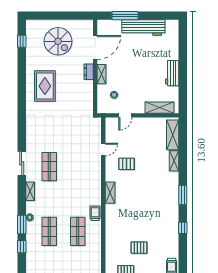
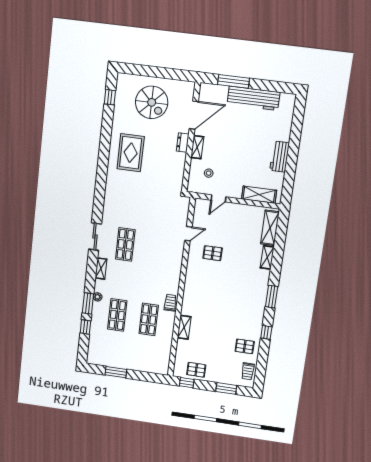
shelving: (110, 193) -> (184, 327), moved
pallet: (139, 248) -> (245, 346), moved

